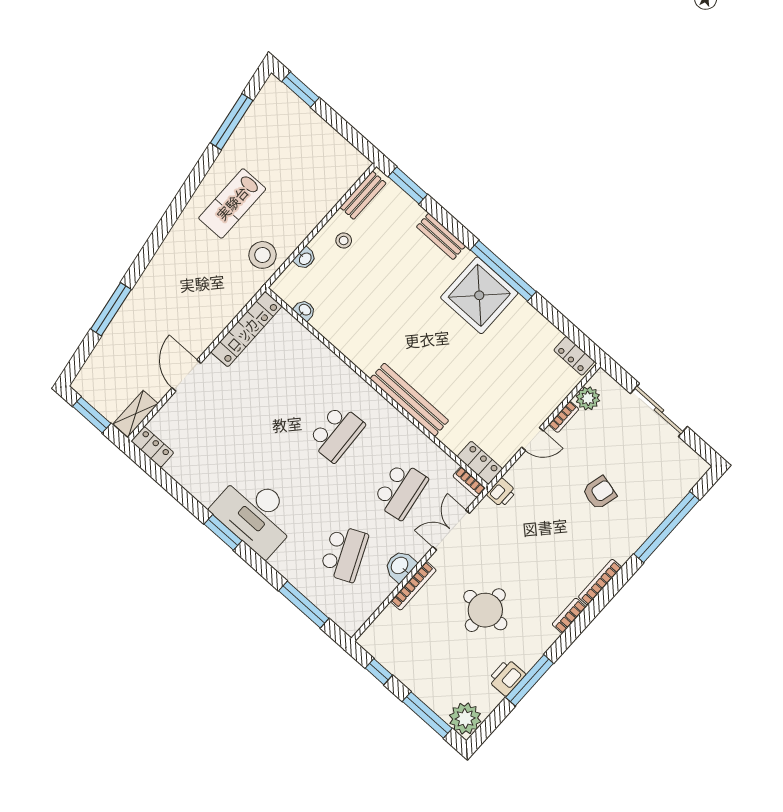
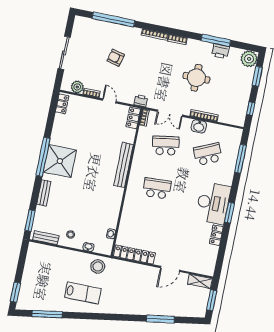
locker: (152, 447) -> (216, 235), moved
window: (427, 715) -> (257, 76), width x0.69

